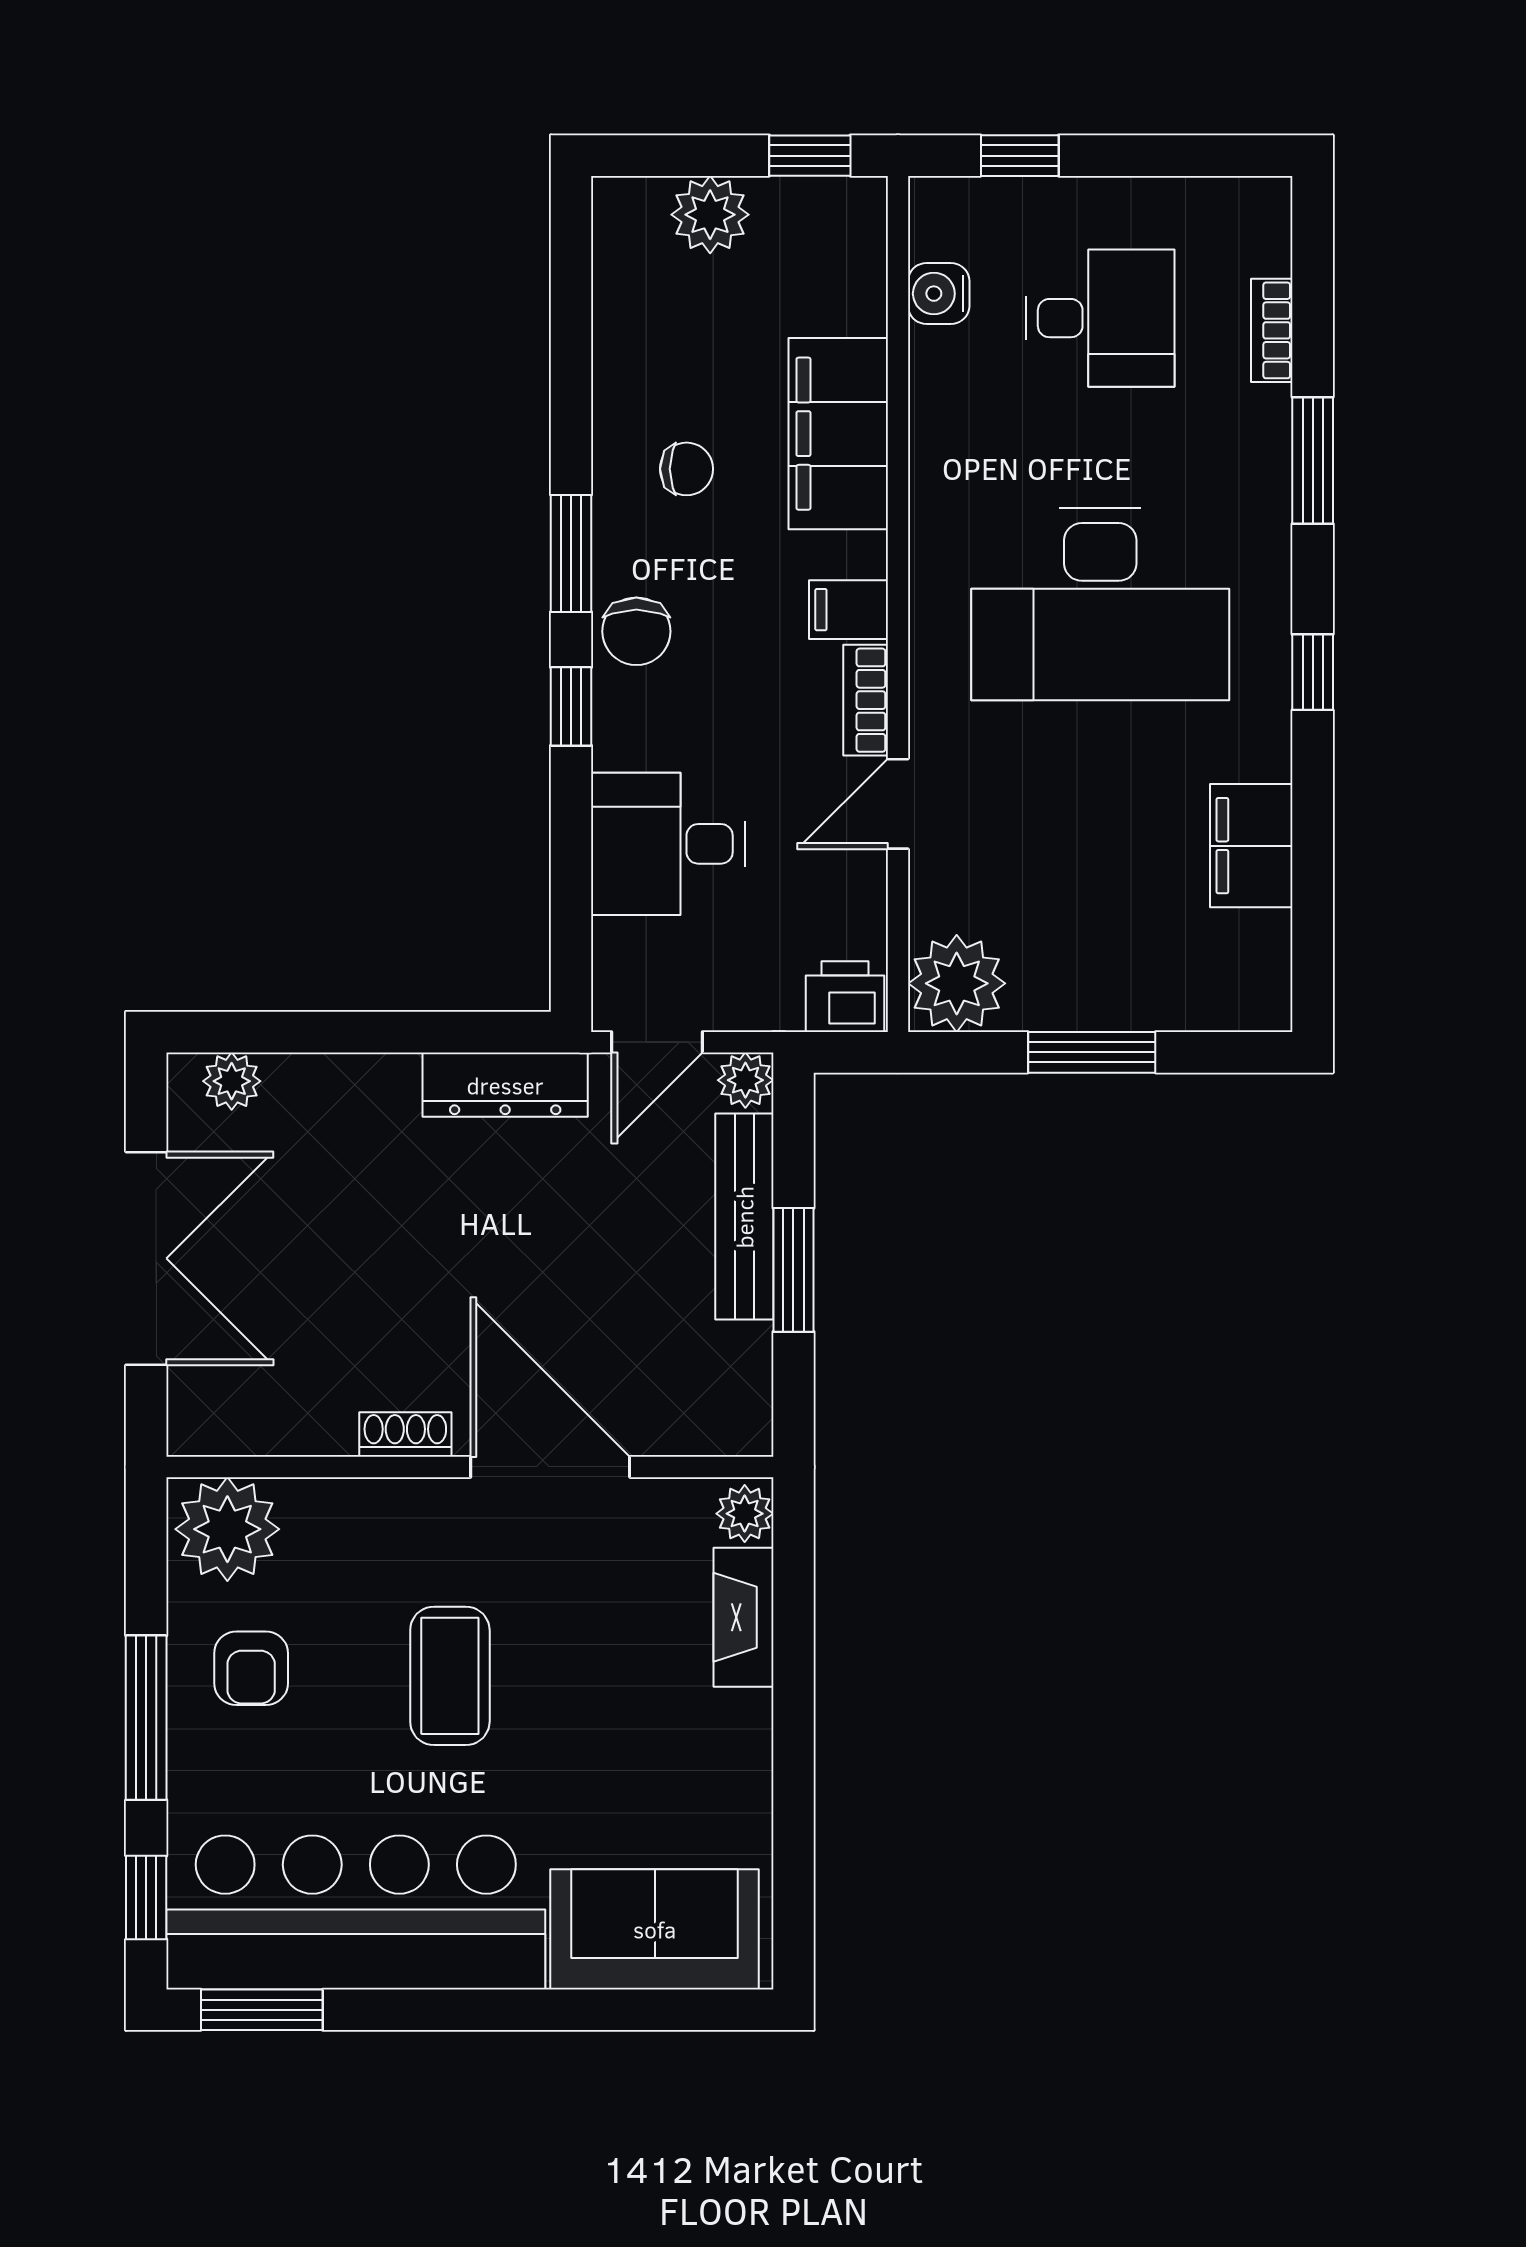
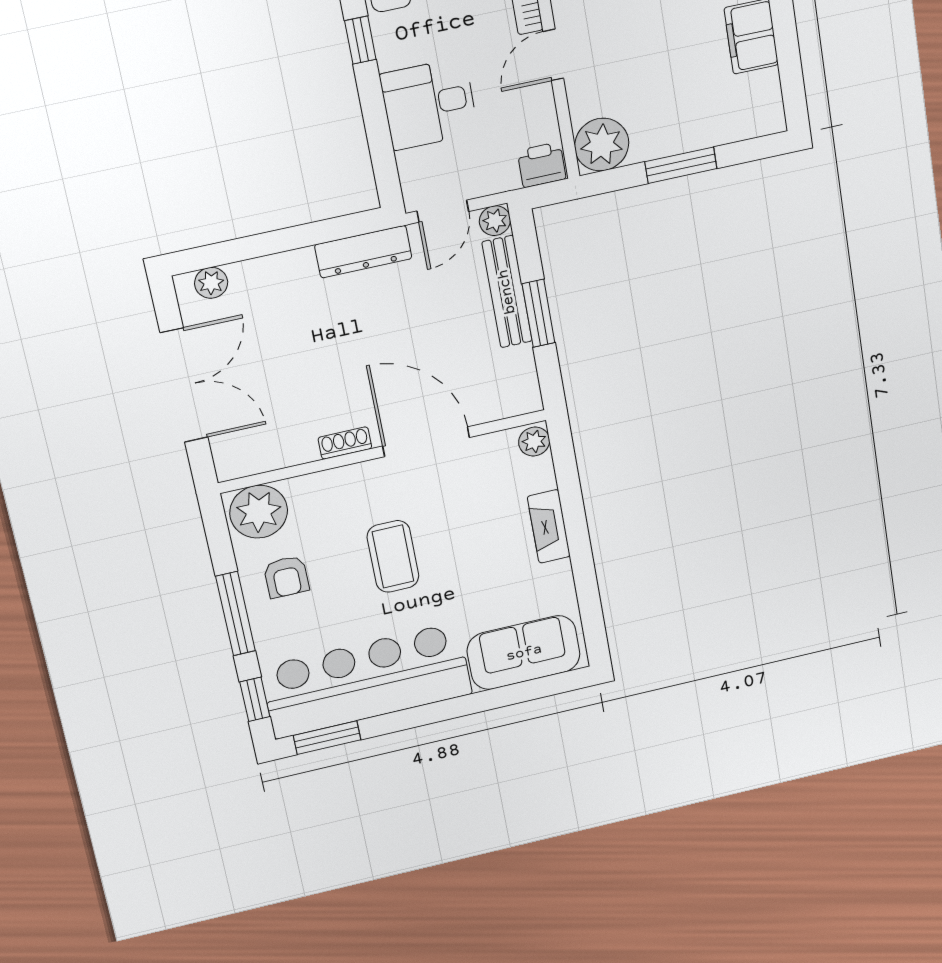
fireplace: (743, 1617) -> (549, 526), moved

